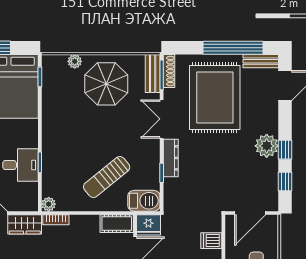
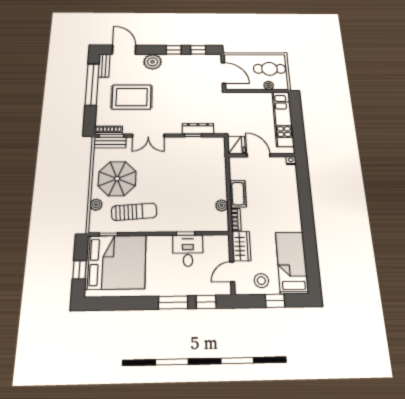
rug: (215, 98) -> (132, 97), width x0.73, depth x0.69
plant: (267, 146) -> (153, 62), moved
dresser: (171, 158) -> (198, 129), moved
sun lounger: (107, 177) -> (134, 212), moved, turned -55
barbecue: (144, 201) -> (217, 149), removed
plant: (49, 204) -> (222, 205), moved
cot: (117, 224) -> (238, 194), moved
dishwasher: (211, 241) -> (247, 99), removed

